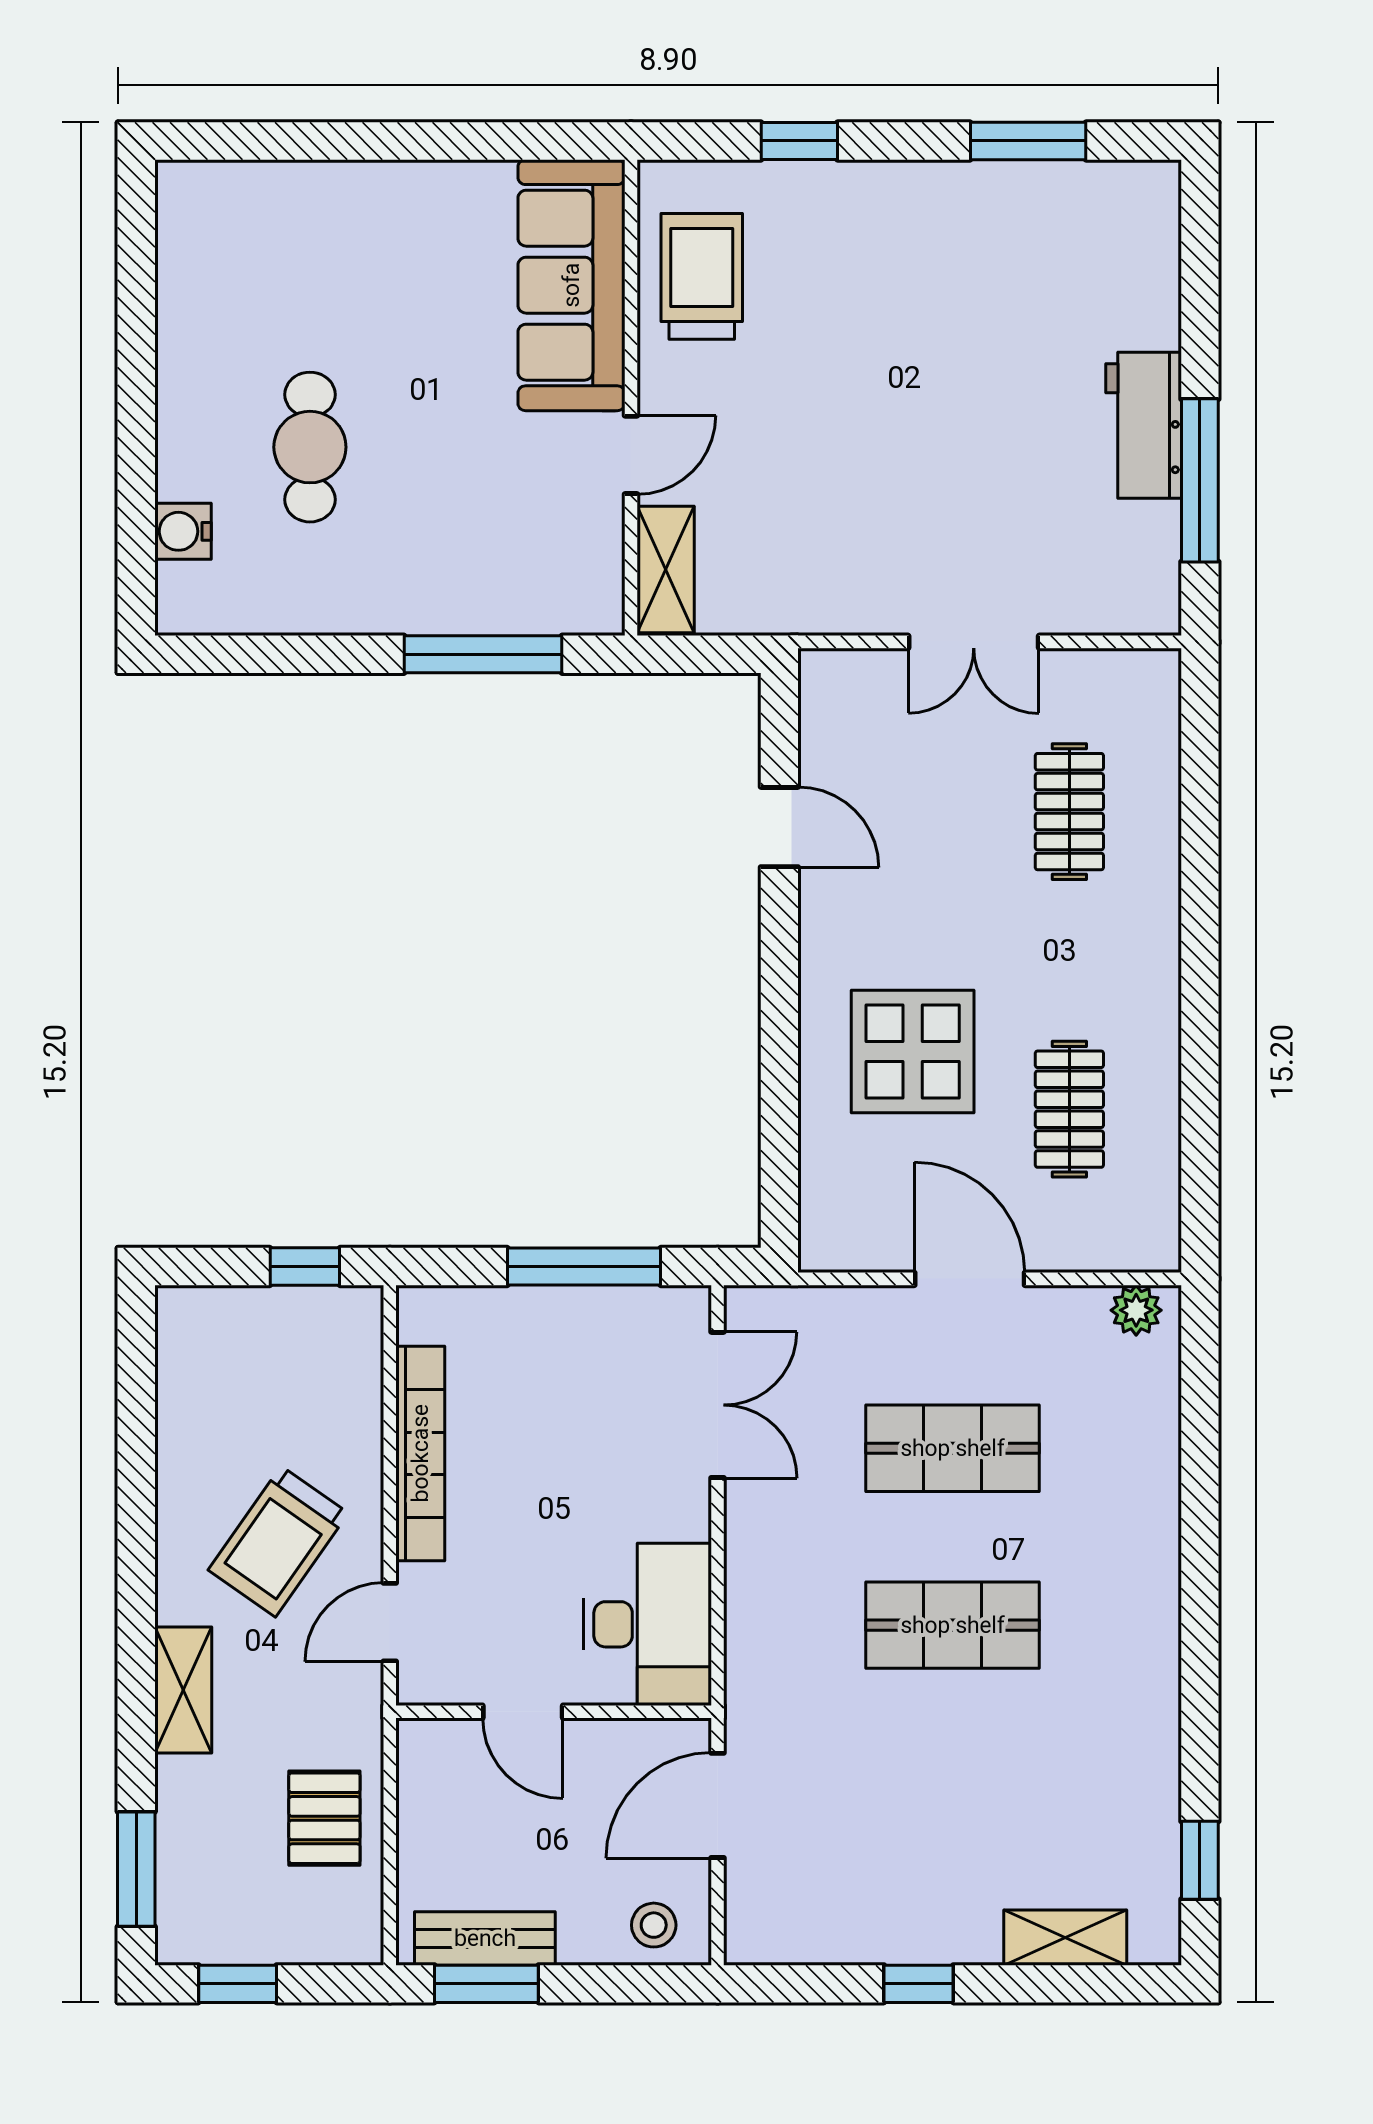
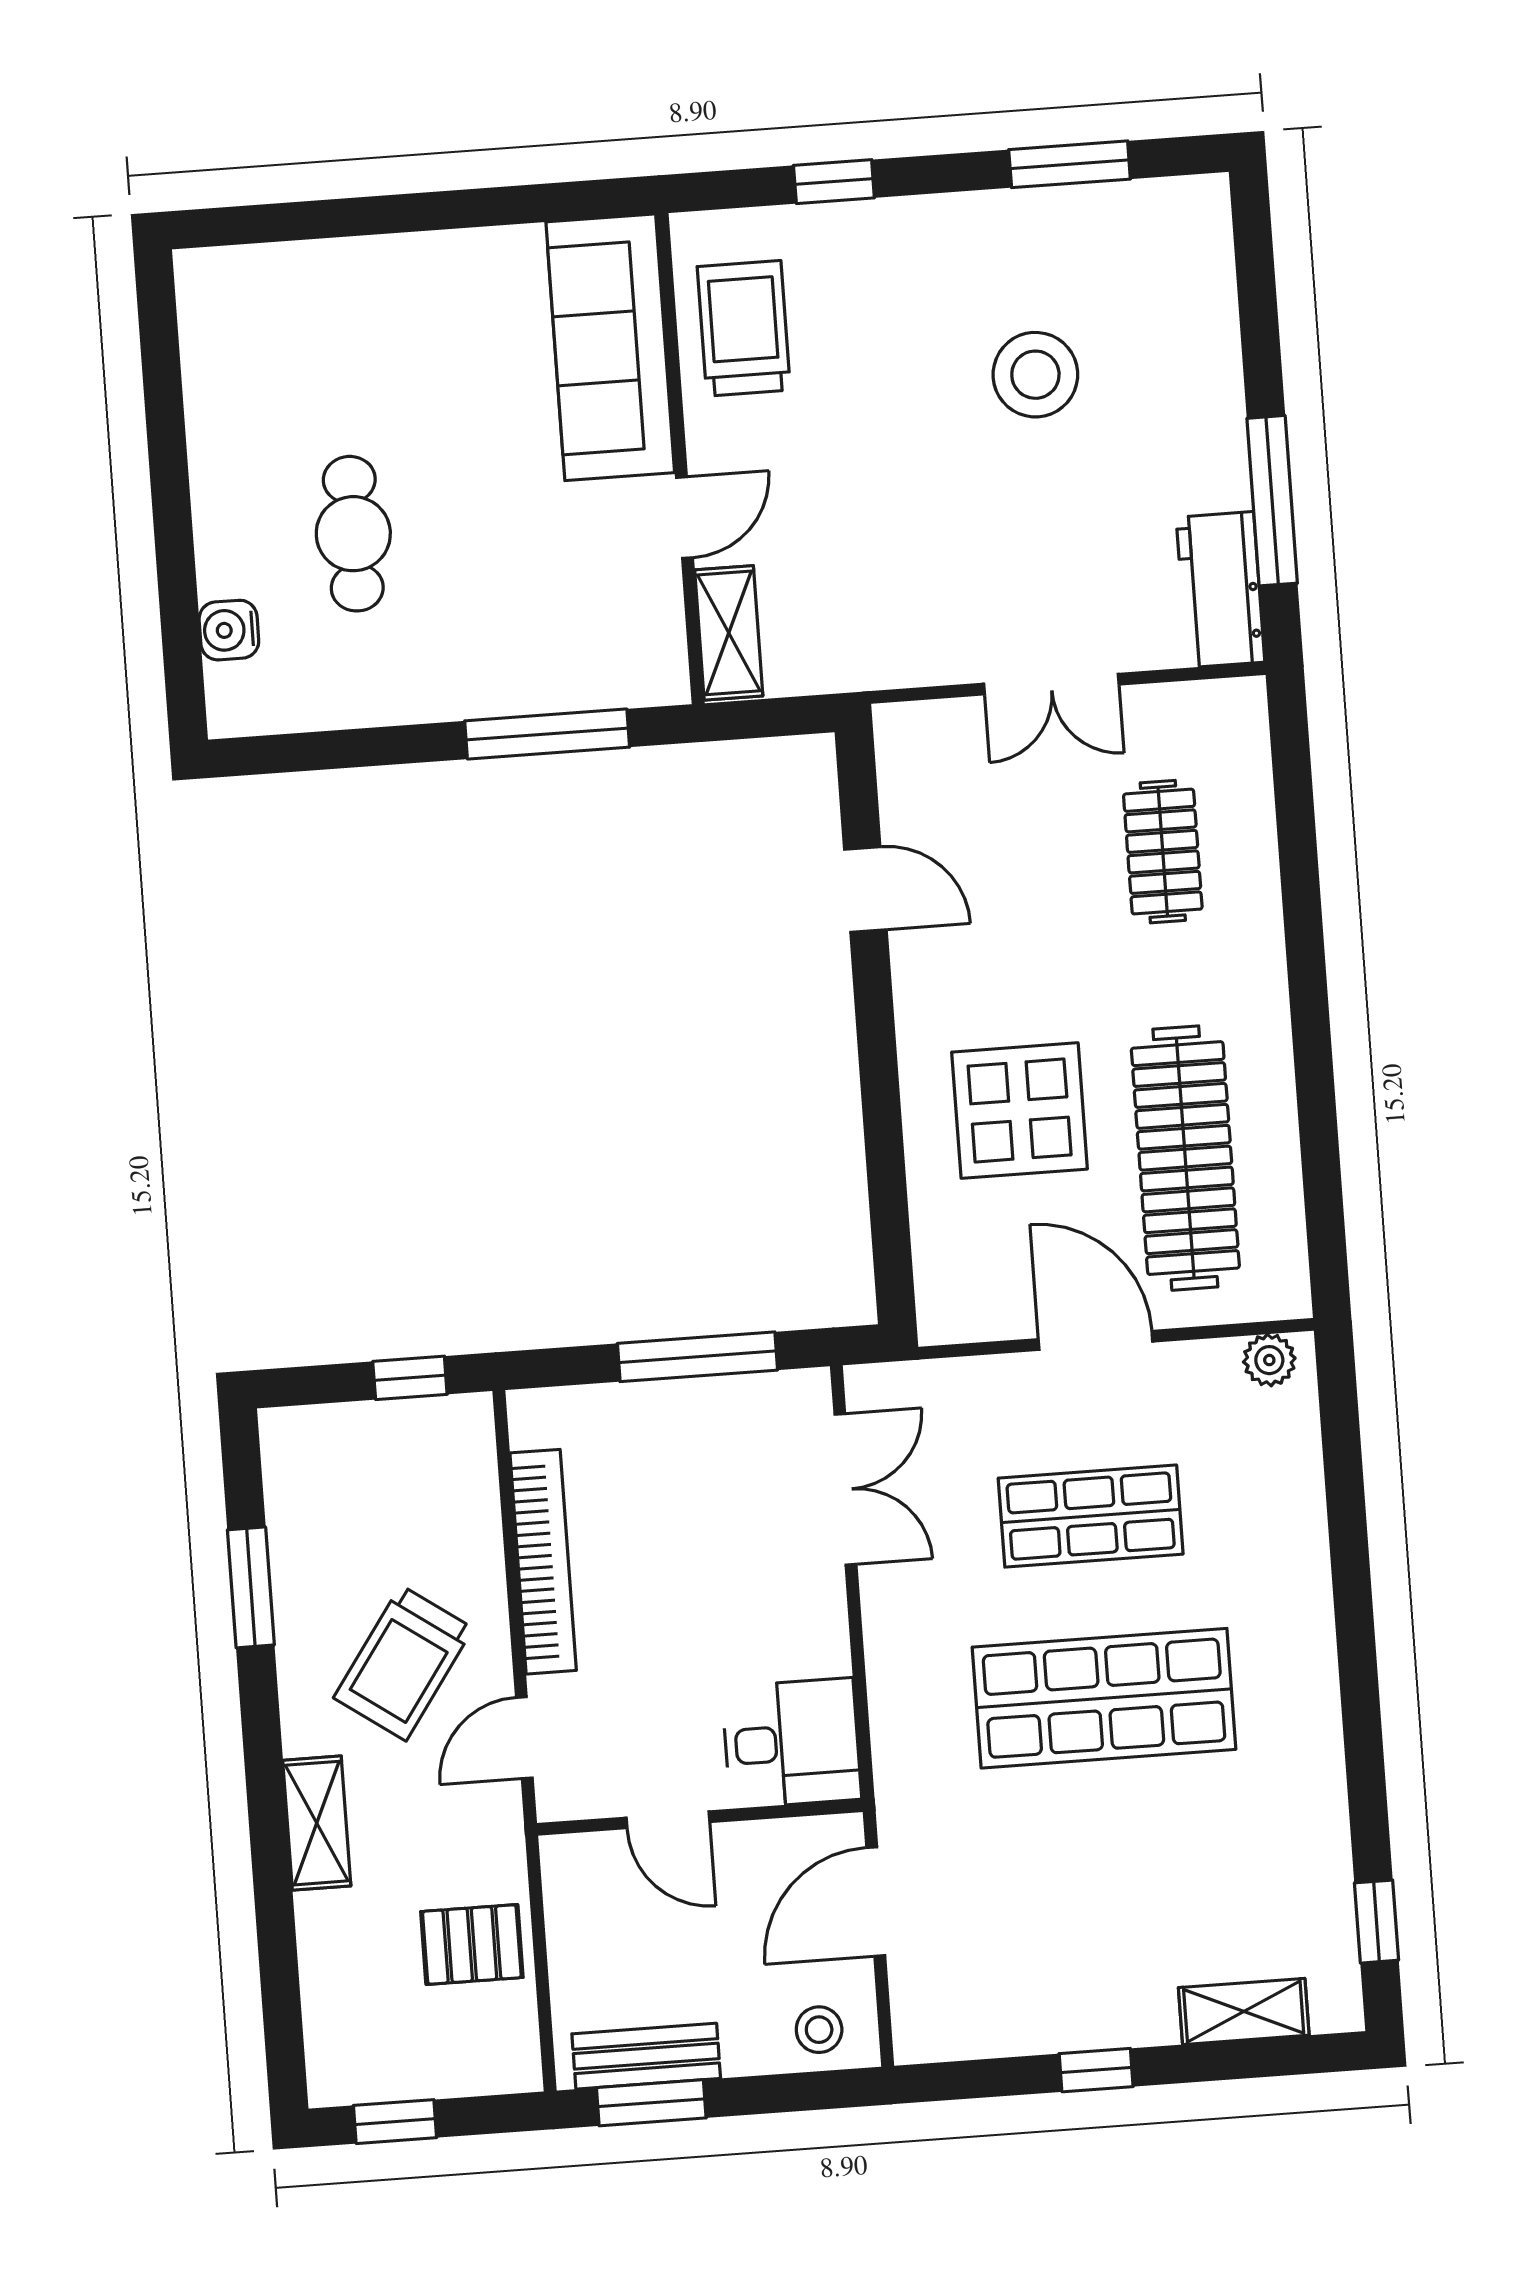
stool: (980, 342) -> (1035, 375), added
workbench: (1144, 425) -> (1220, 590), moved
clothes rail: (1069, 1109) -> (1185, 1158), width x1.86, depth x1.31
desk: (648, 1624) -> (792, 1743), width x0.73
shop shelf: (953, 1625) -> (1104, 1698), width x1.43, depth x1.36
pallet: (324, 1818) -> (472, 1944), turned 90
window: (136, 1869) -> (251, 1587), moved

